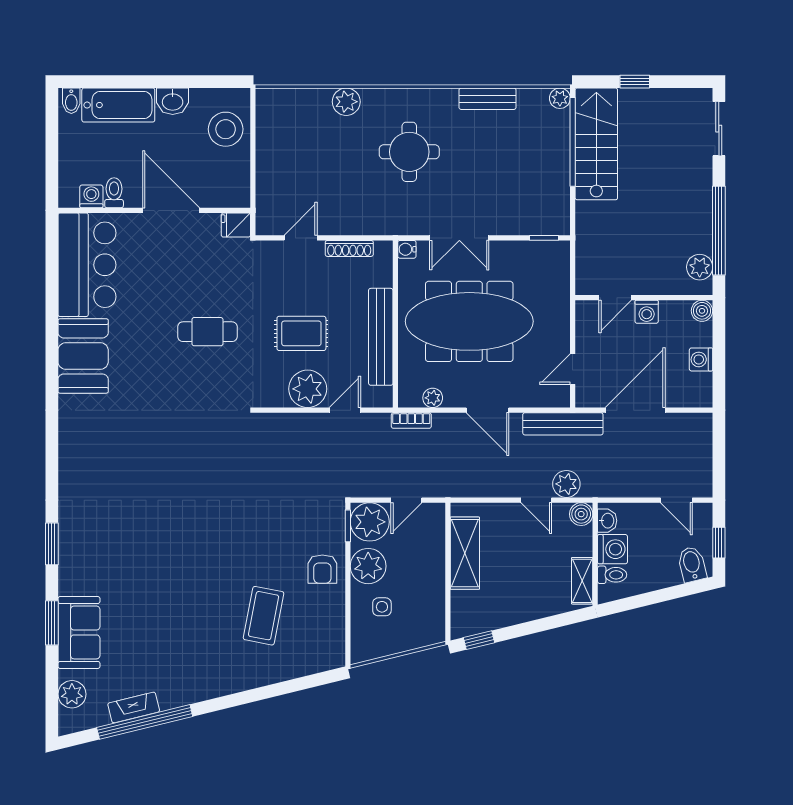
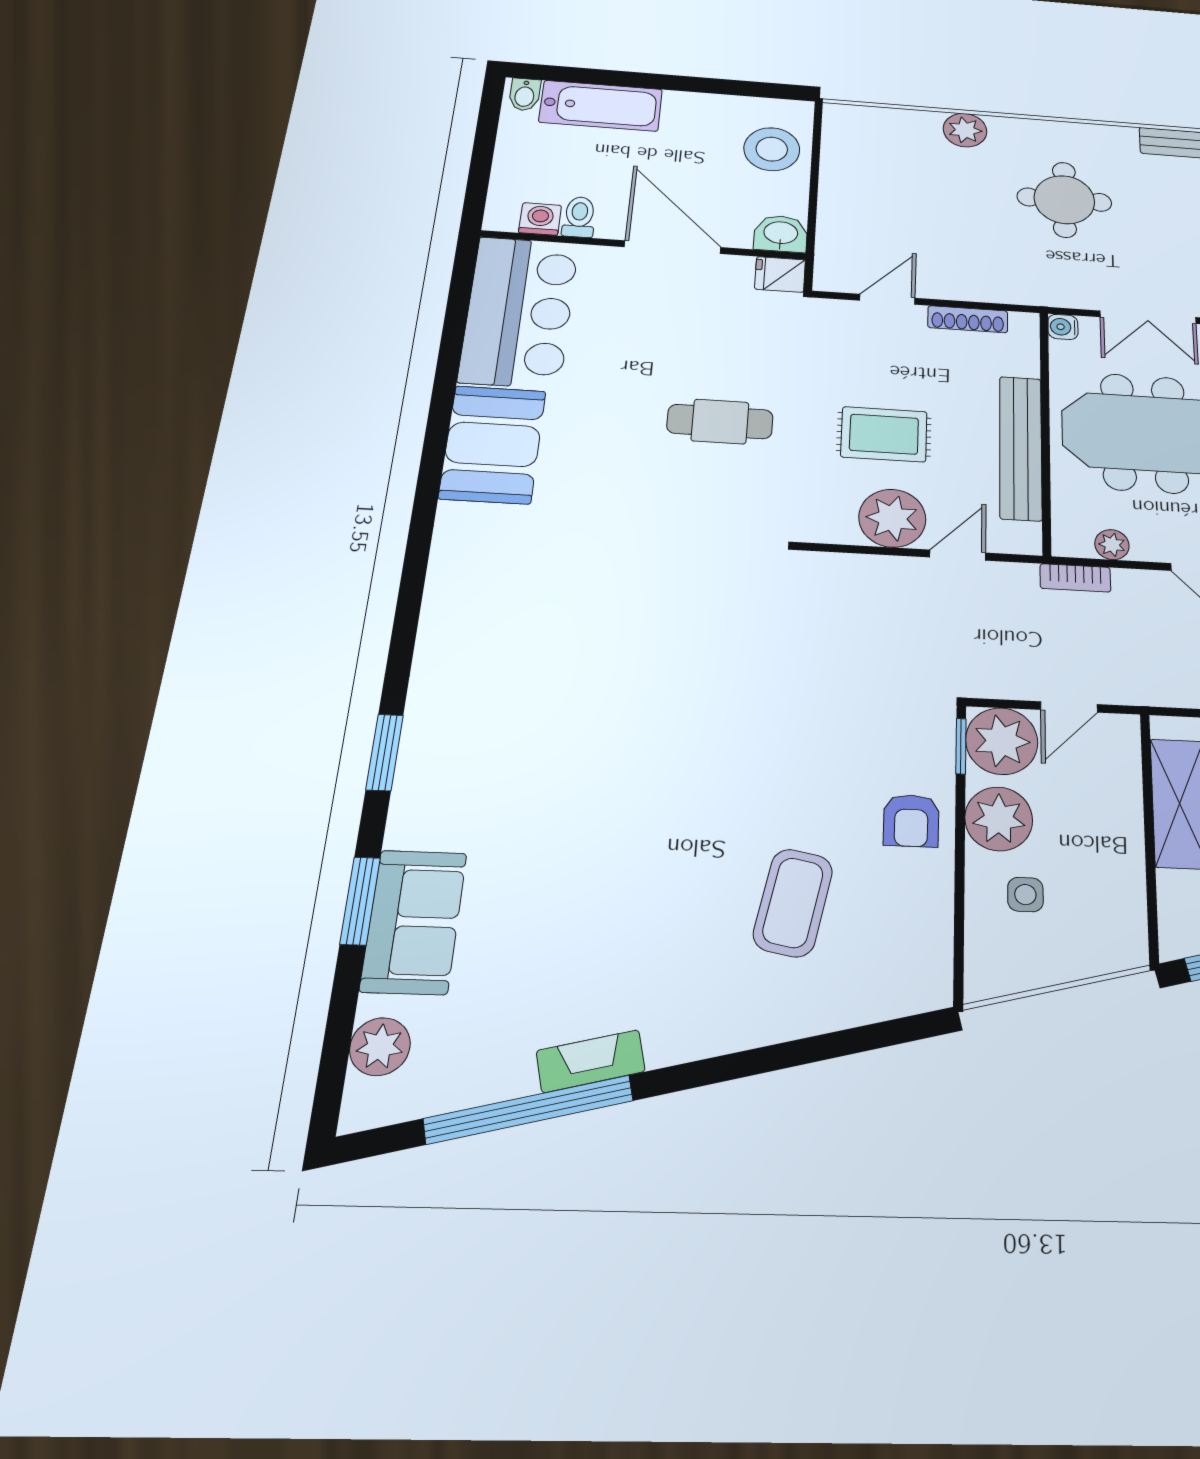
washbasin: (173, 101) -> (781, 234), moved, turned 180
fireplace: (134, 707) -> (591, 1061), moved

